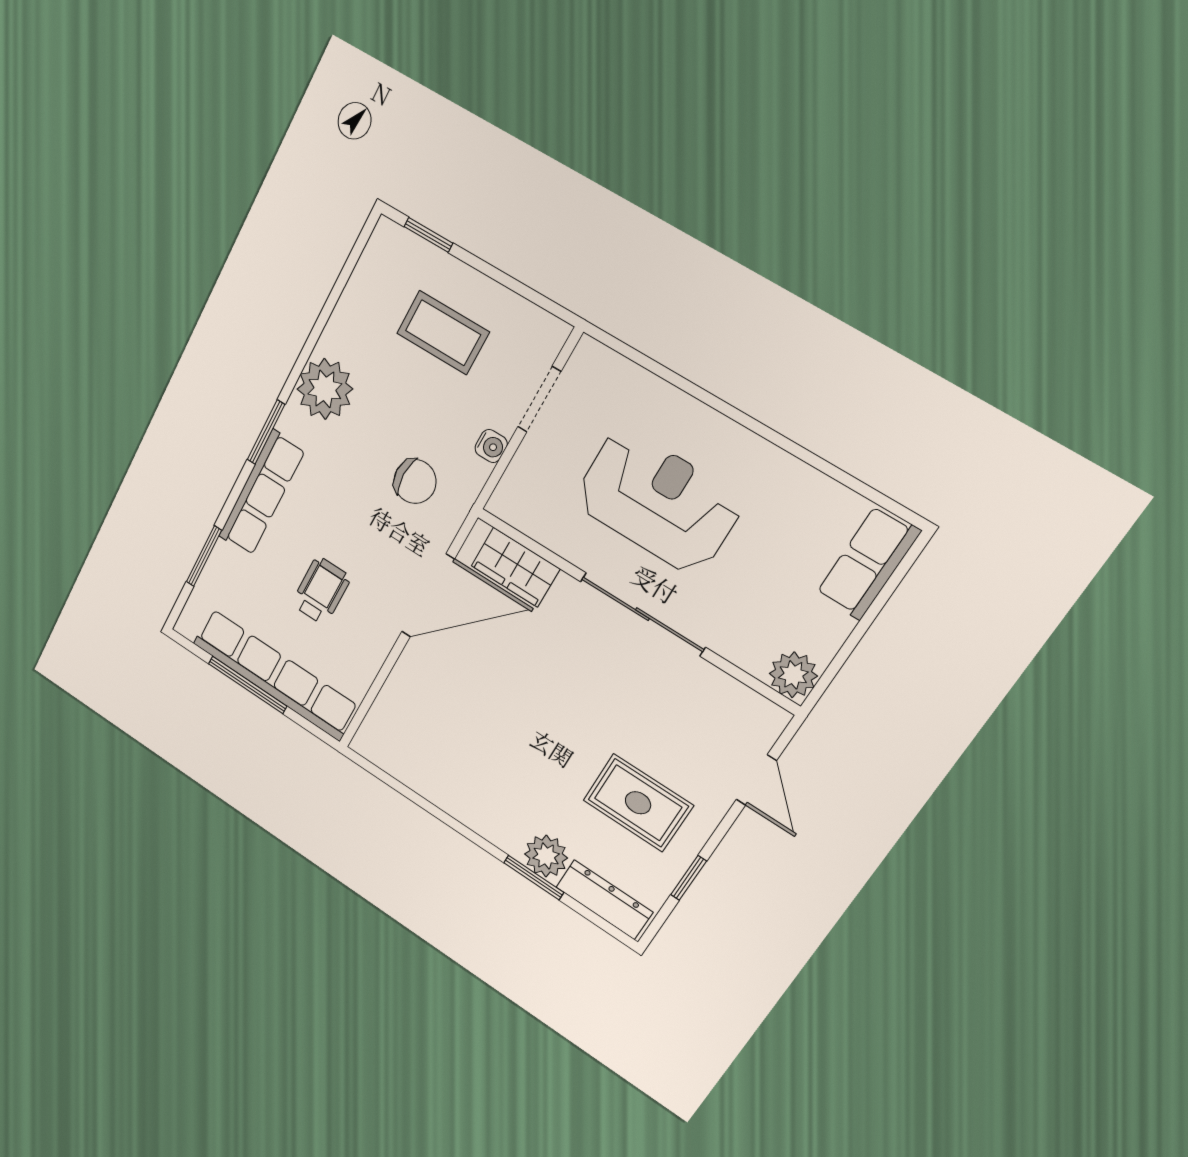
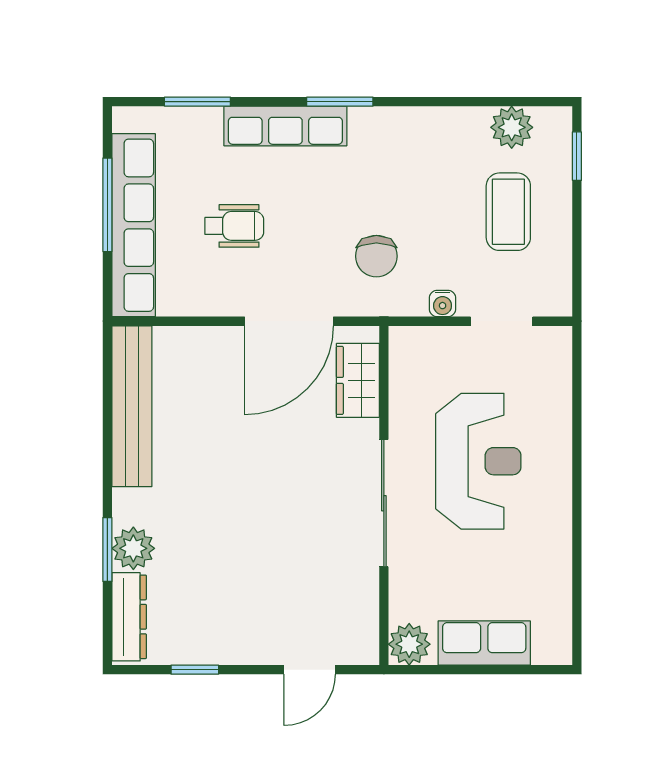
plant: (325, 389) -> (512, 127), moved, width x0.73, depth x0.73
row of seats: (868, 563) -> (484, 643), moved
door: (428, 596) -> (289, 321), hinge flipped
bench: (423, 776) -> (132, 406), added
rug: (638, 803) -> (230, 593), removed

